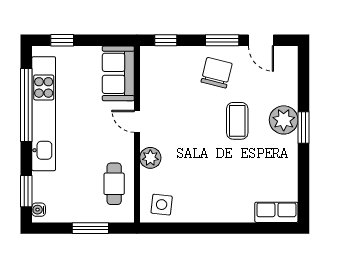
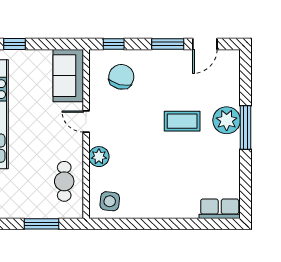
door: (261, 40) -> (205, 44), hinge flipped
chair: (217, 73) -> (121, 77), moved
coffee table: (237, 121) -> (182, 121), turned 90
window: (303, 128) -> (246, 128), width x1.44

